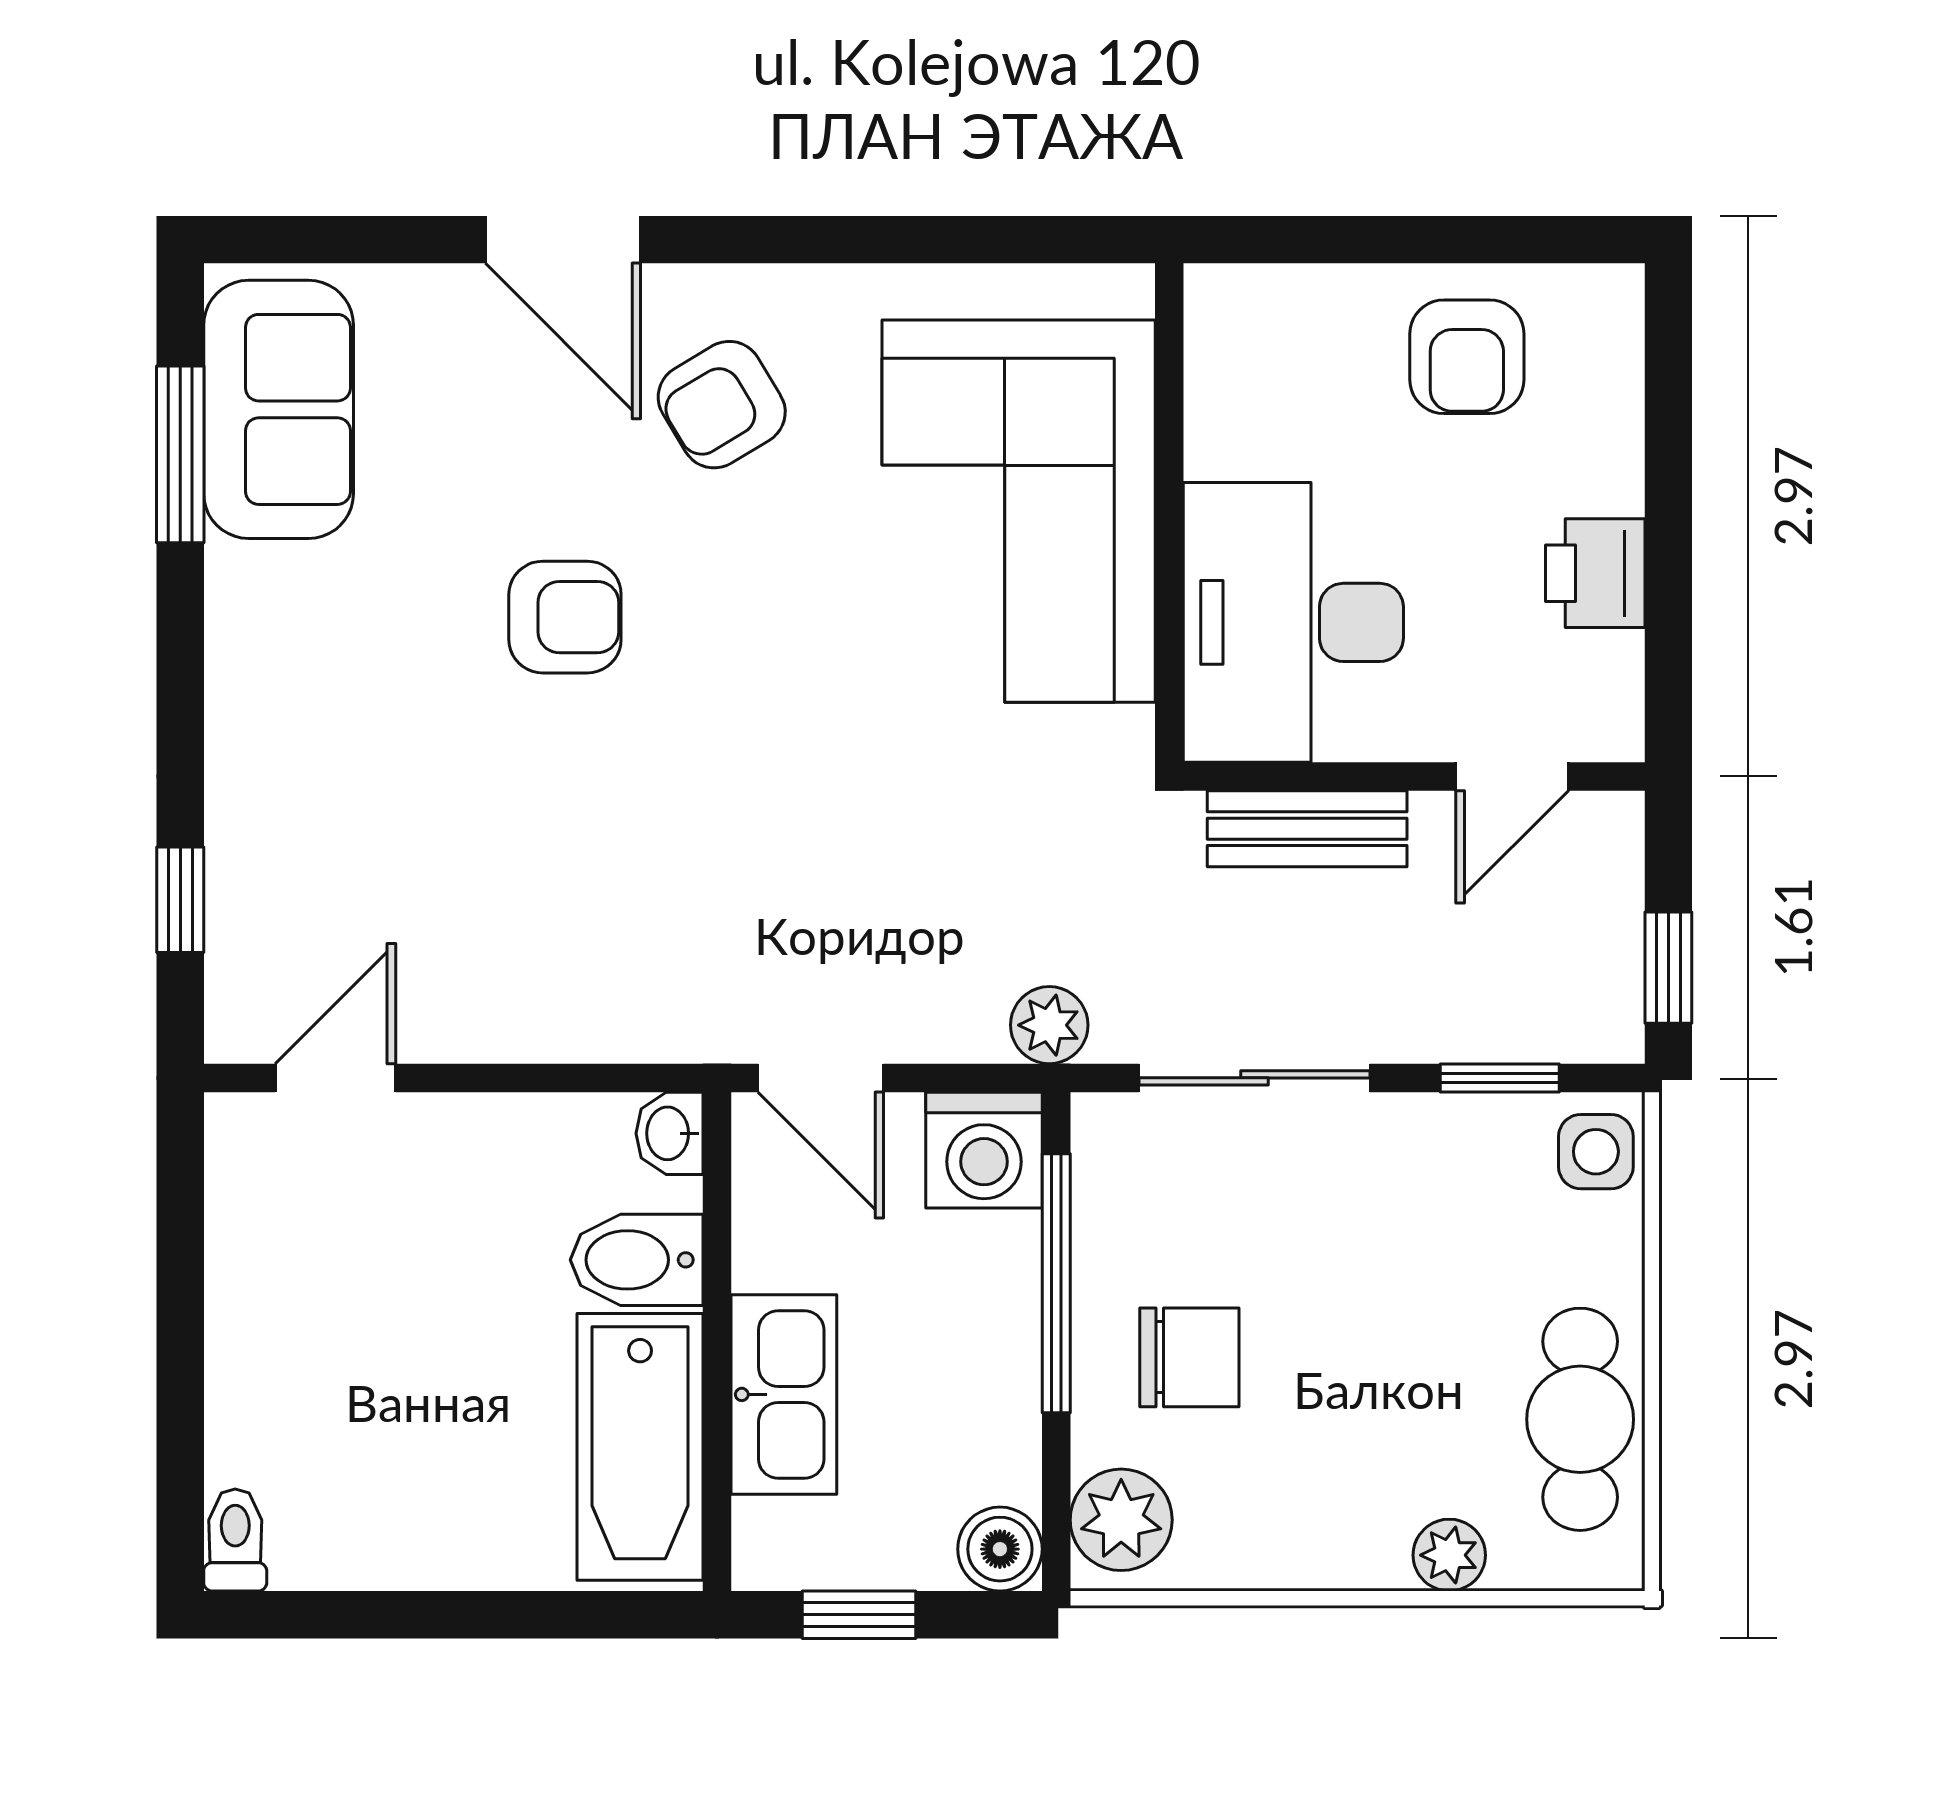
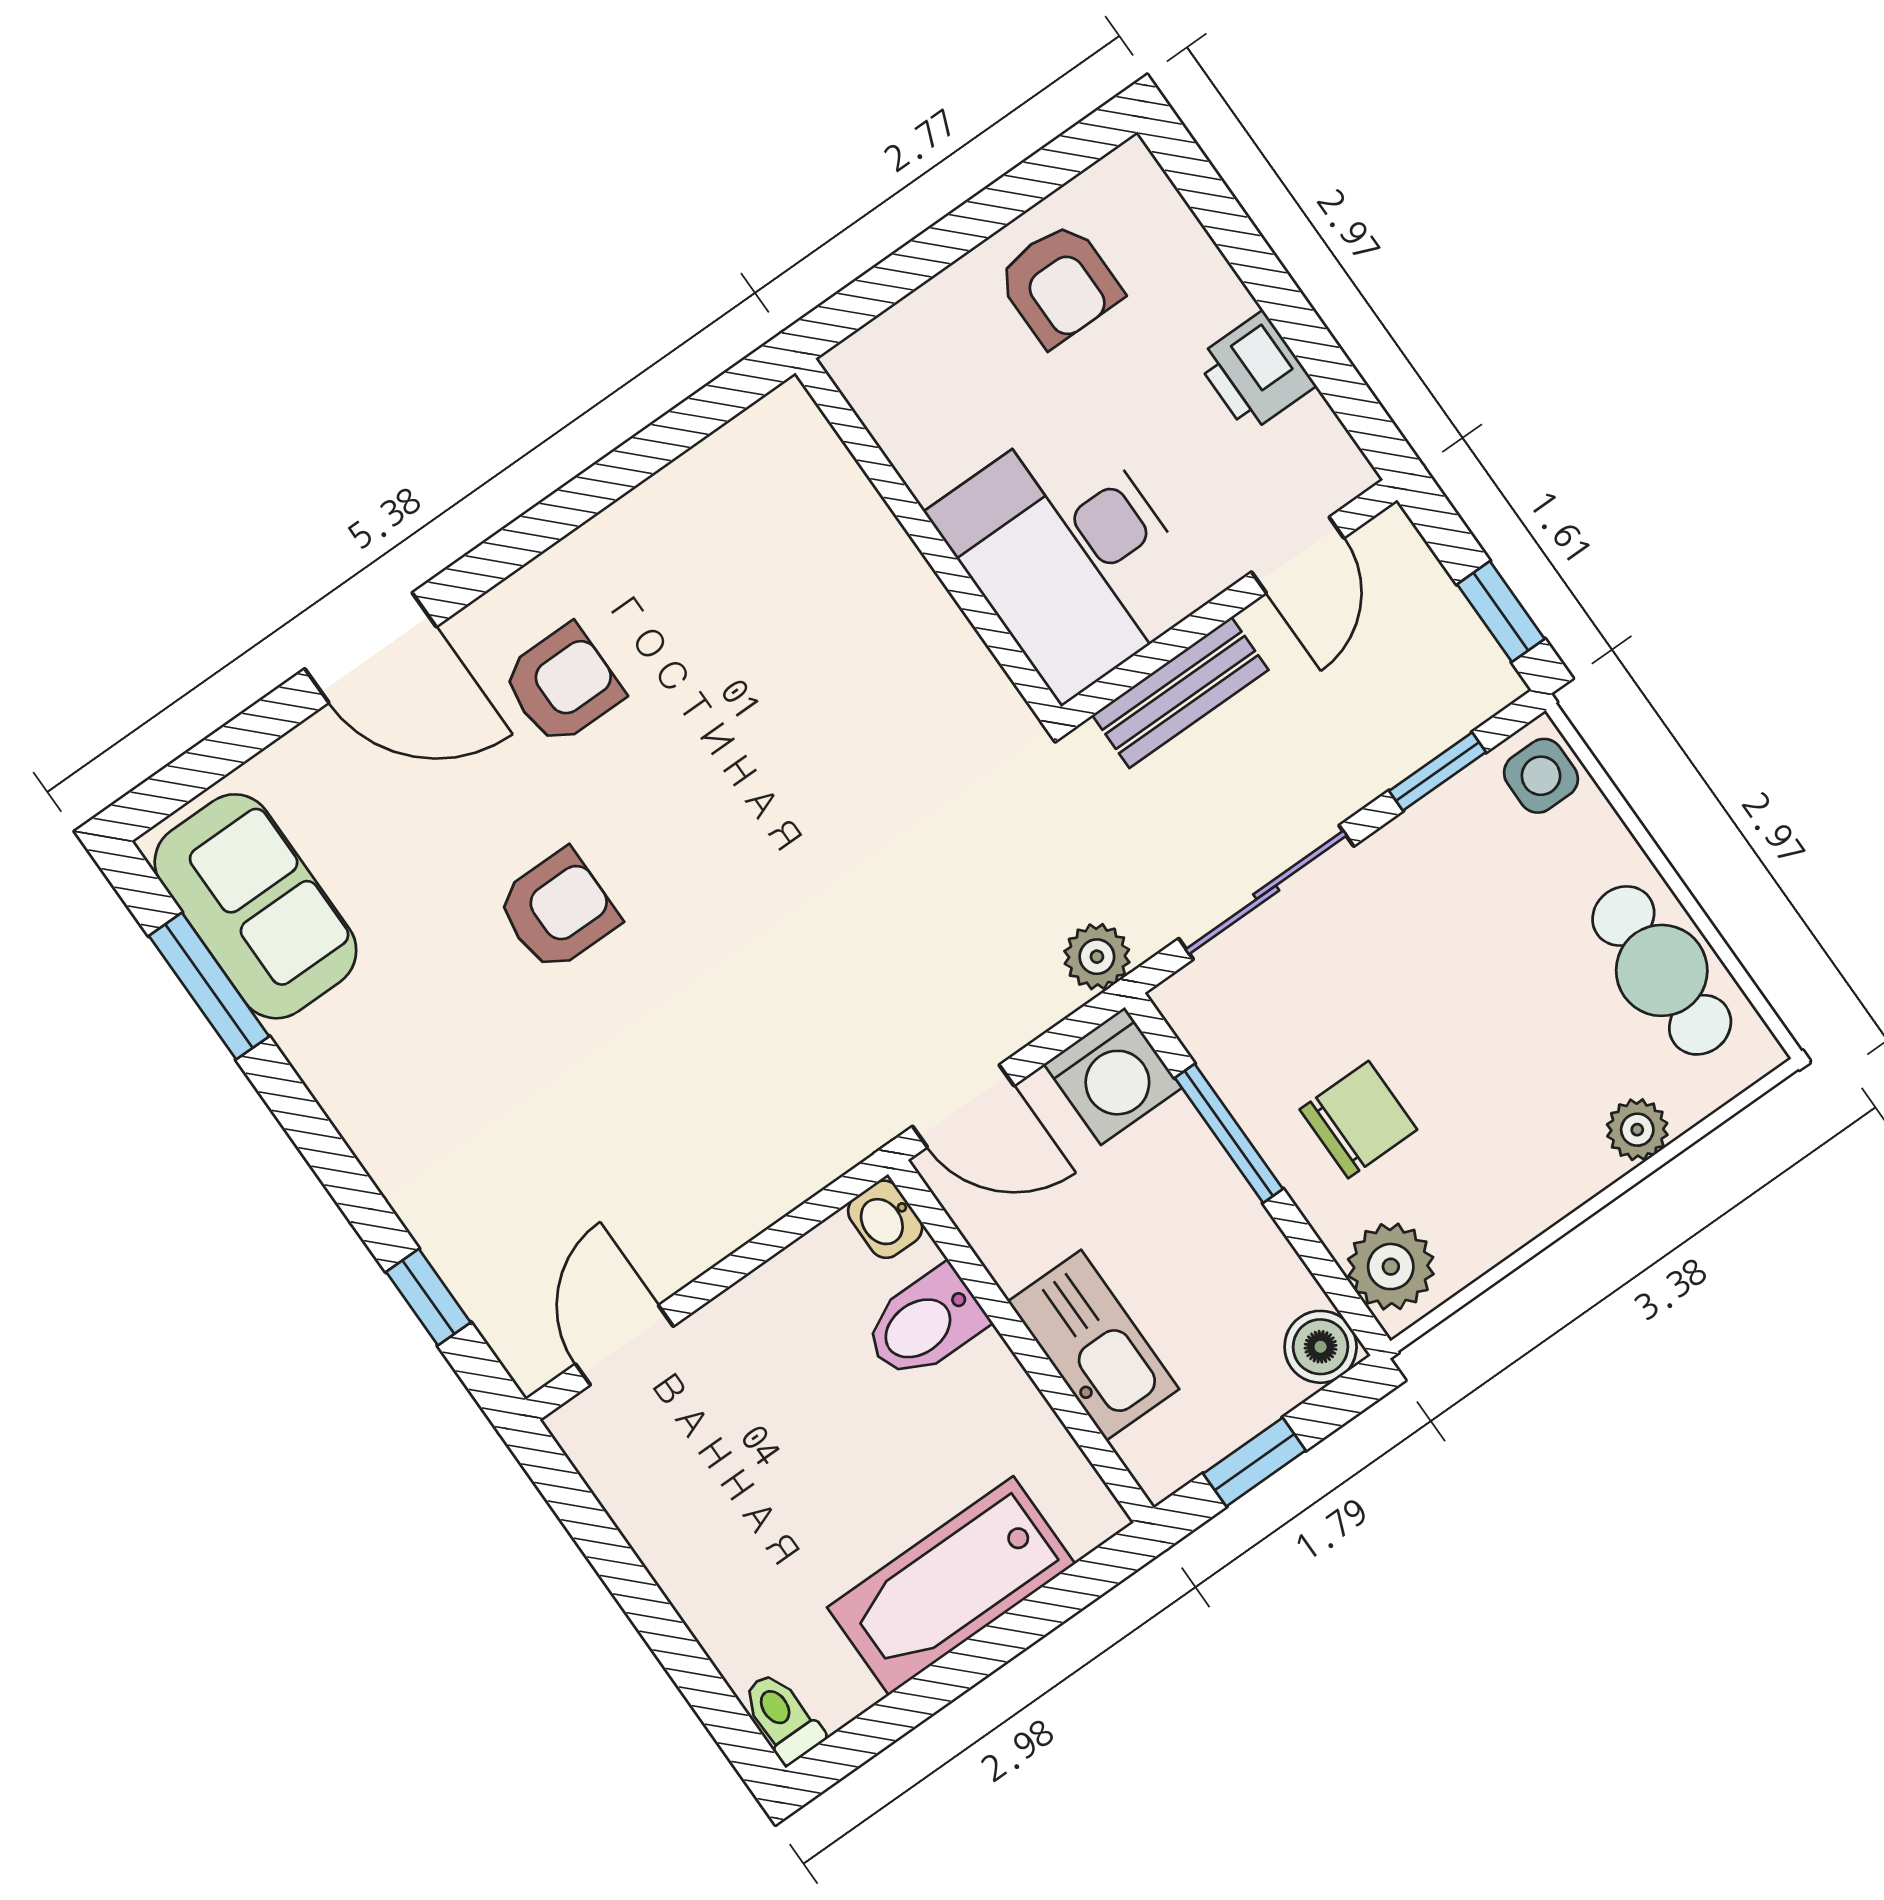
armchair: (722, 405) -> (563, 685), turned -149
corner sofa: (1019, 511) -> (822, 613), removed
window: (1056, 1283) -> (1229, 1133), width x0.69
bathtub: (640, 1447) -> (951, 1586), moved, turned 90

